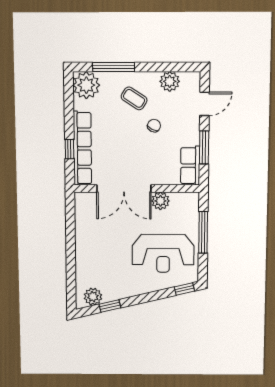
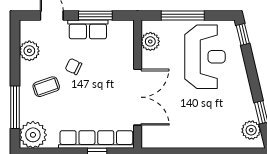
coffee table: (134, 98) -> (46, 87), turned 38
row of seats: (190, 166) -> (88, 29), moved
plant: (160, 201) -> (150, 41), moved

